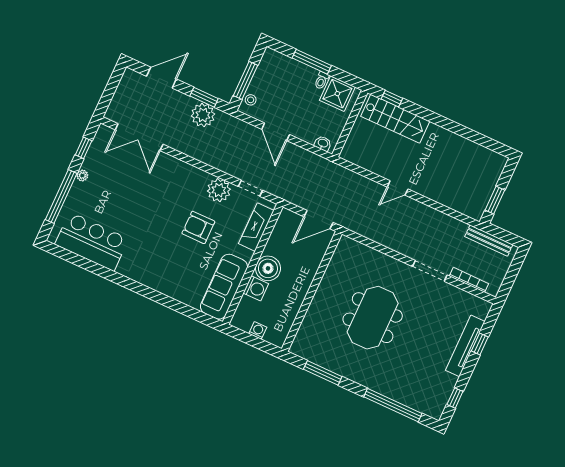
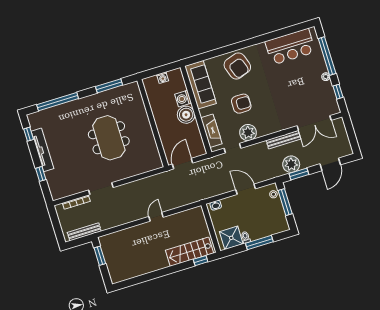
double door: (139, 137) -> (314, 123), swing flipped
bench: (188, 149) -> (283, 140), added
armchair: (167, 271) -> (237, 66), added
tv unit: (465, 346) -> (42, 150), moved

